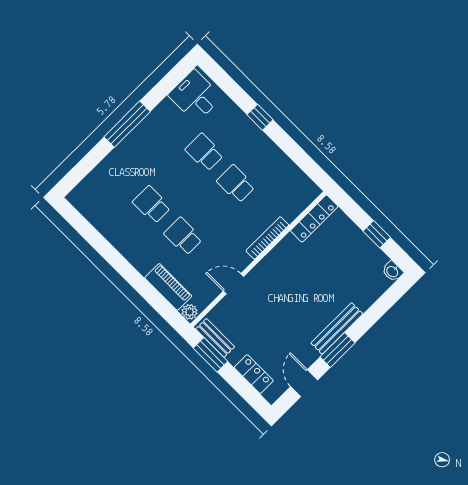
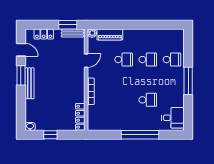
window: (260, 117) -> (140, 135), width x3.17
school desk: (236, 184) -> (172, 60), moved

